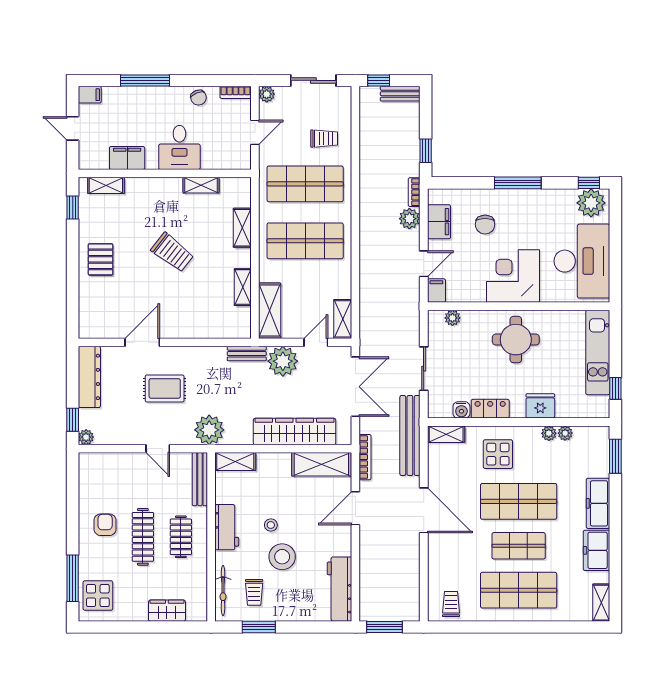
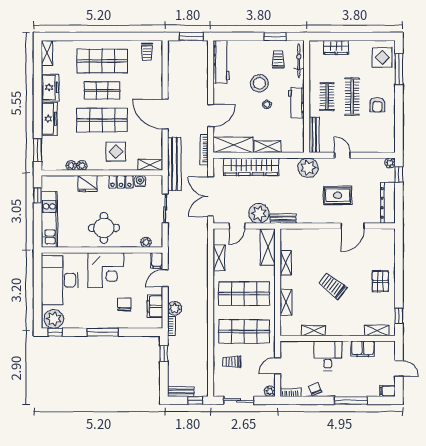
shelving: (343, 319) -> (219, 258), moved
shelving: (235, 462) -> (267, 147), moved

